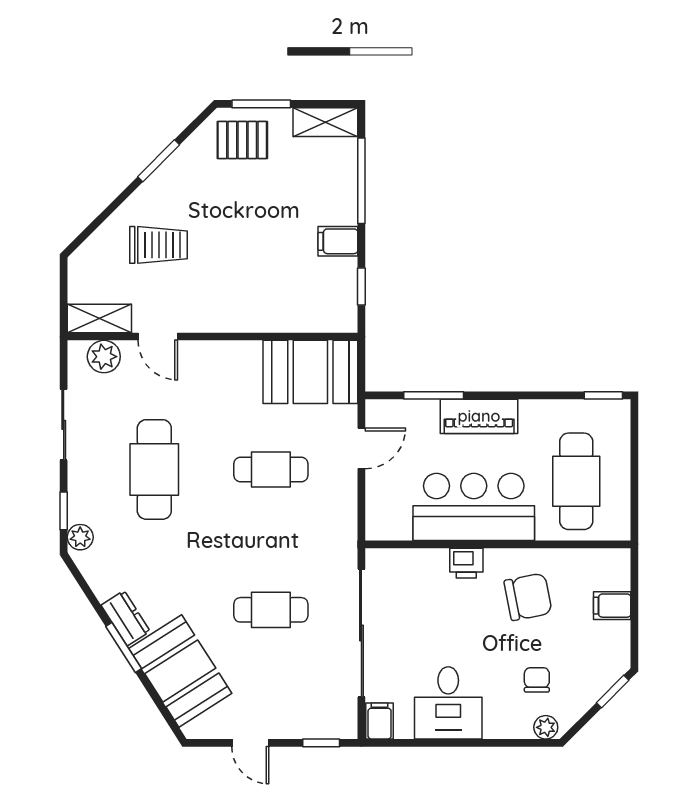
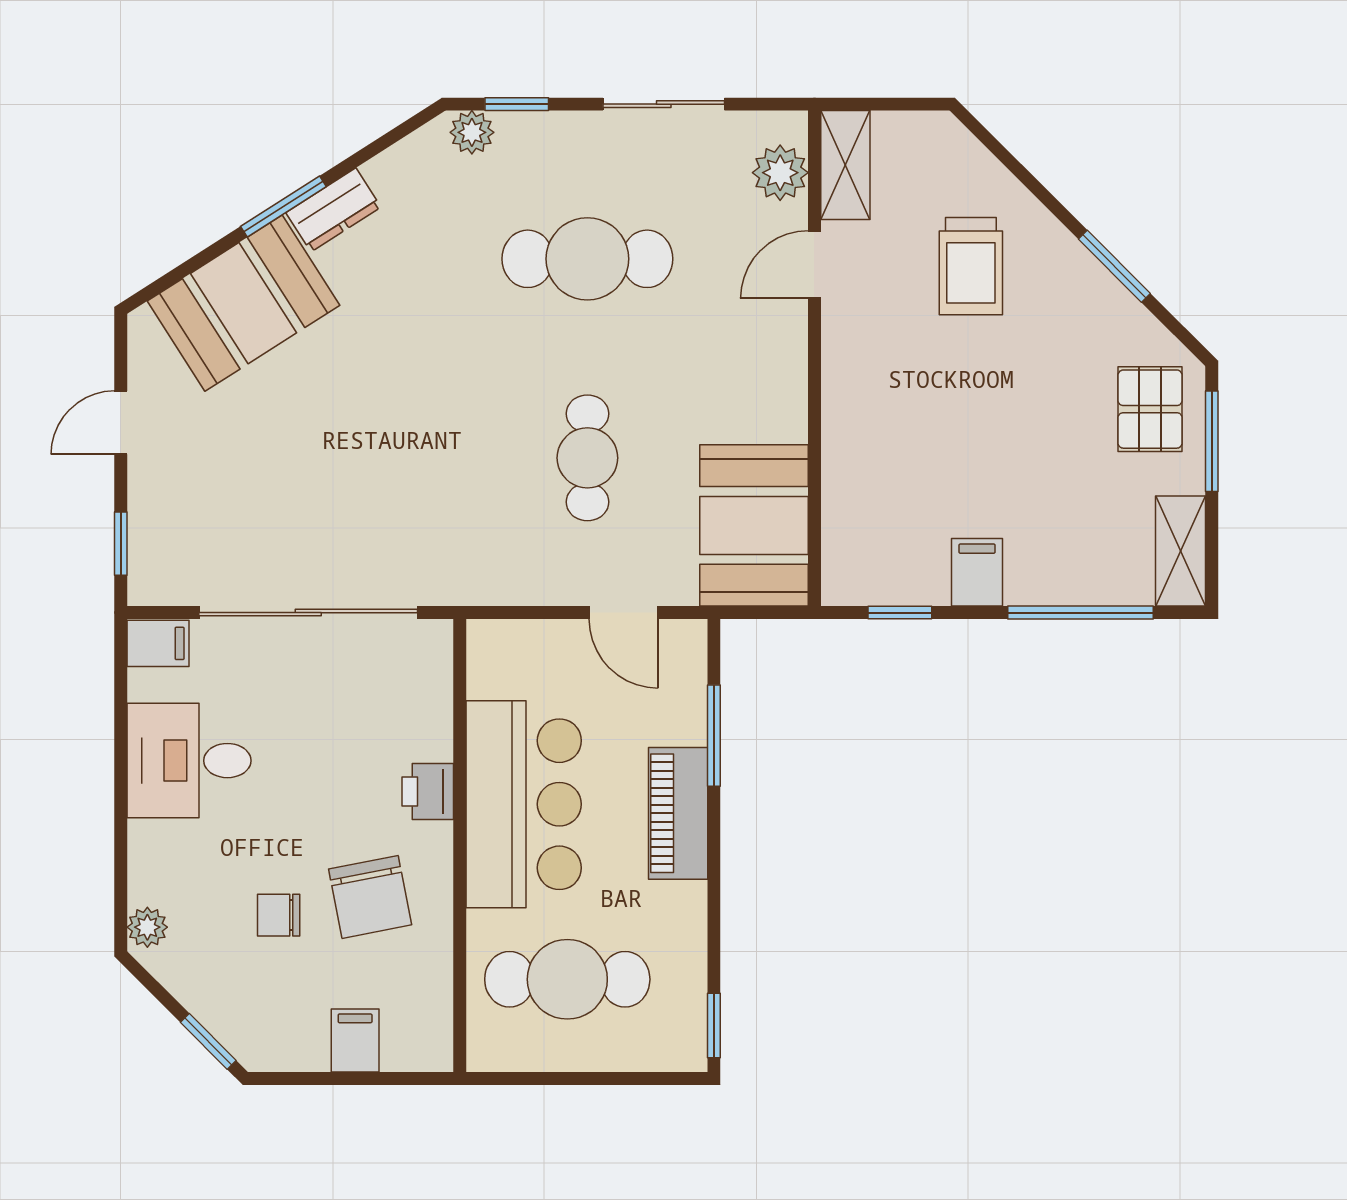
cafe table: (271, 610) -> (348, 458), removed
chair: (537, 680) -> (279, 915), moved, turned 180

